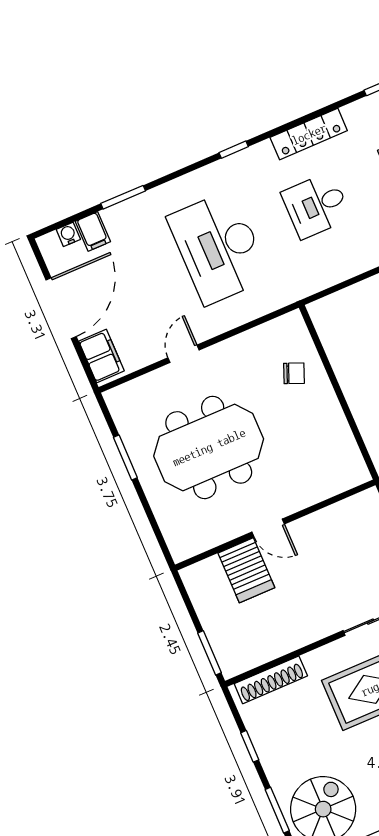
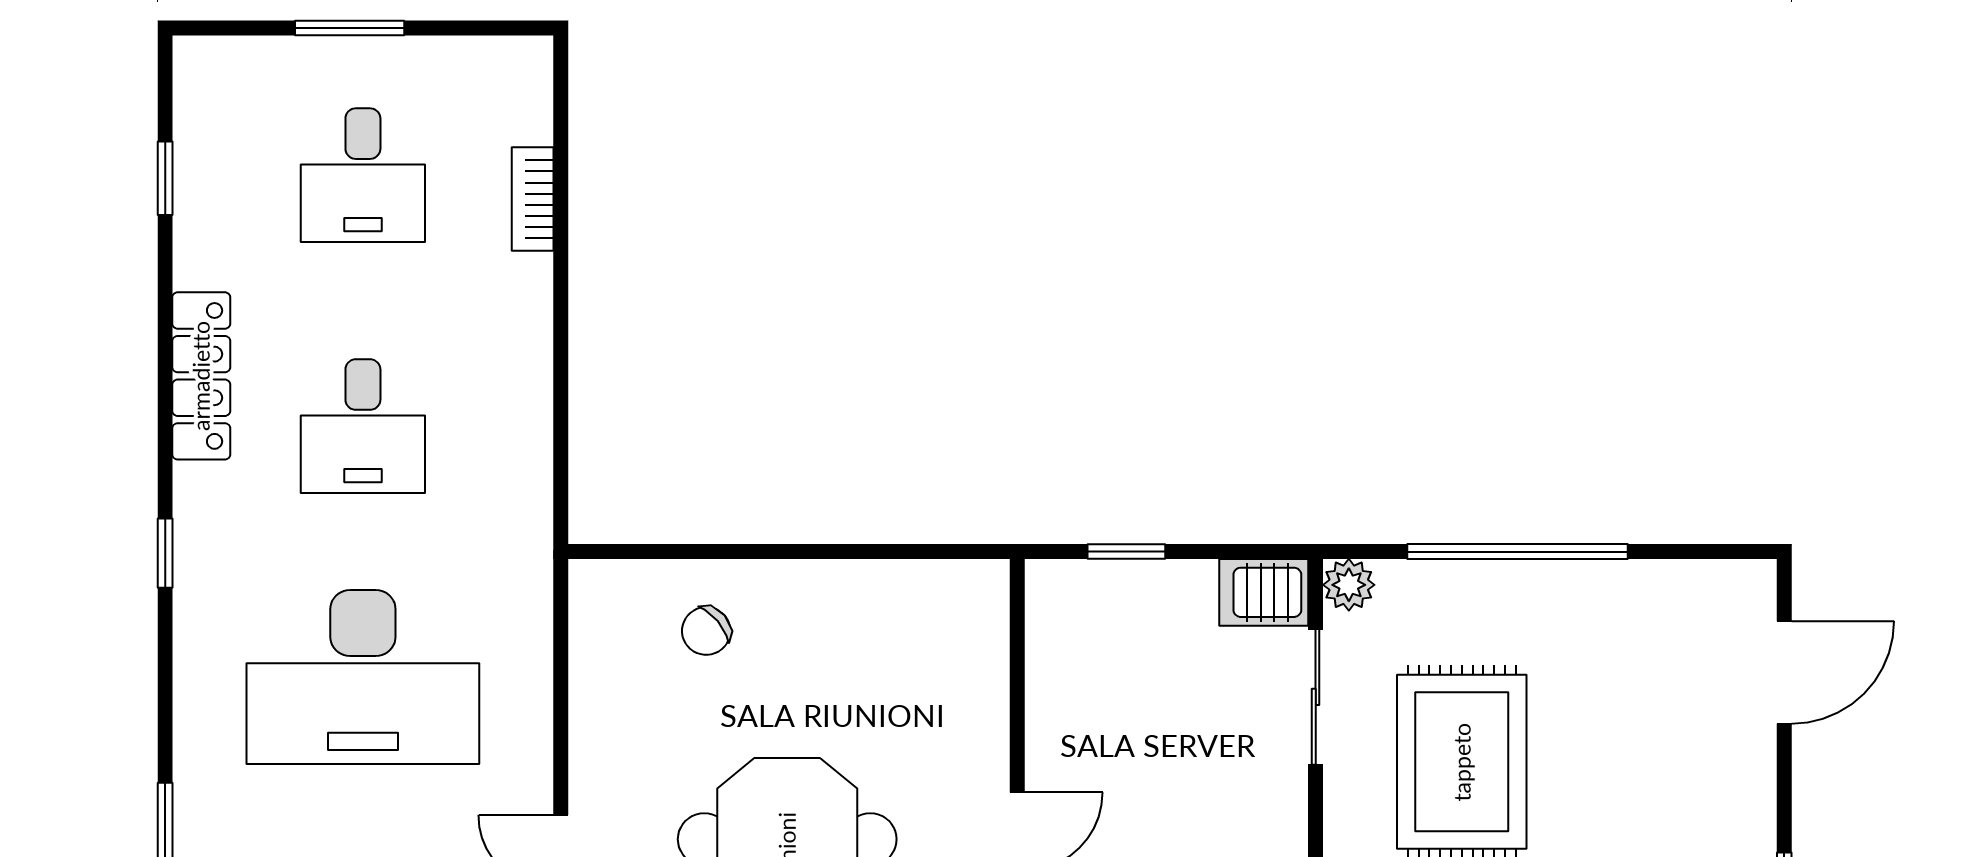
chair: (294, 373) -> (706, 631), turned -152

